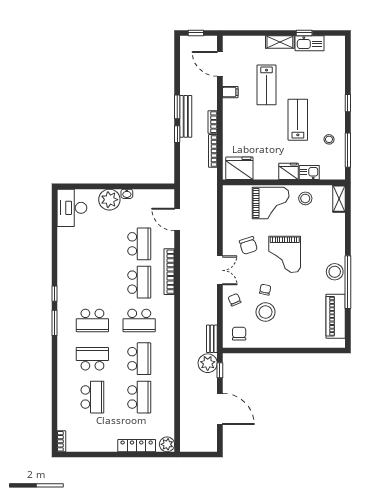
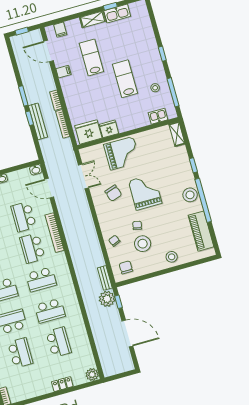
filing cabinet: (240, 44) -> (60, 30), added
lab bench: (266, 85) -> (91, 57), turned 180
bench: (186, 116) -> (38, 121), moved
fridge: (289, 171) -> (109, 129), moved
kitchen sink: (309, 172) -> (158, 116), moved
washbasin: (168, 194) -> (36, 170), added
stool: (305, 198) -> (172, 257), moved
window: (348, 239) -> (193, 165), added
school desk: (139, 244) -> (24, 217), turned 180
grand piano: (285, 254) -> (145, 192), turned 180
double door: (220, 270) -> (83, 176), moved
school desk: (139, 282) -> (32, 248), turned 180
school desk: (139, 359) -> (50, 311), turned 90
locker: (137, 446) -> (62, 384), width x0.66

